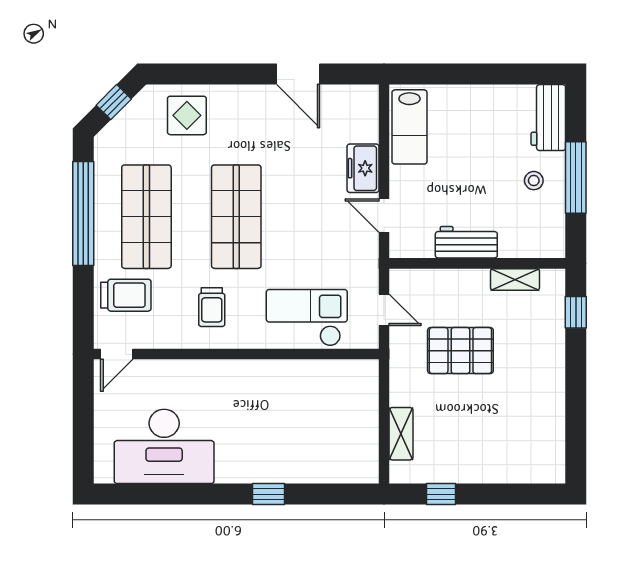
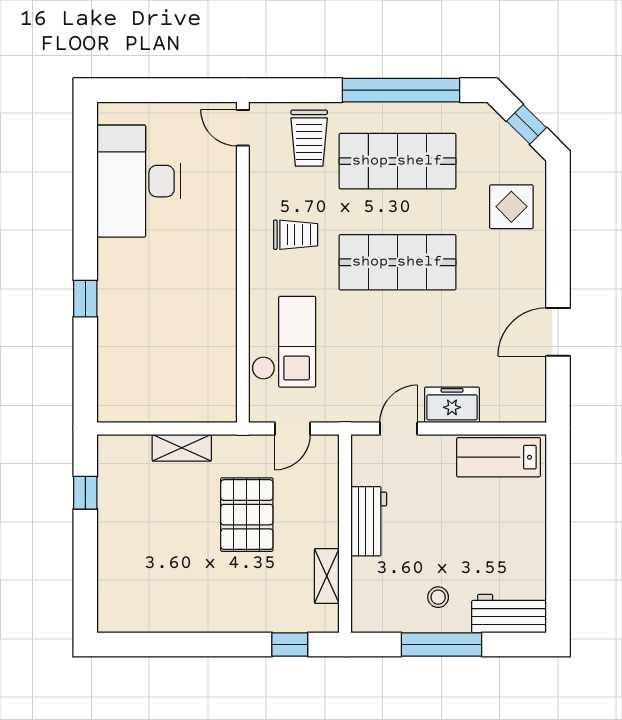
trolley: (212, 307) -> (296, 235), turned 180
shelving: (401, 434) -> (182, 448), moved

